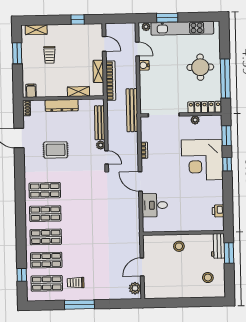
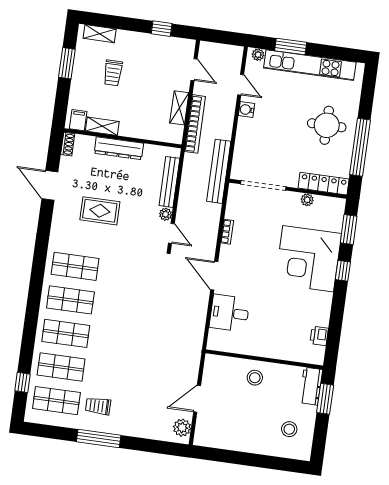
shelving: (78, 92) -> (102, 126), moved

